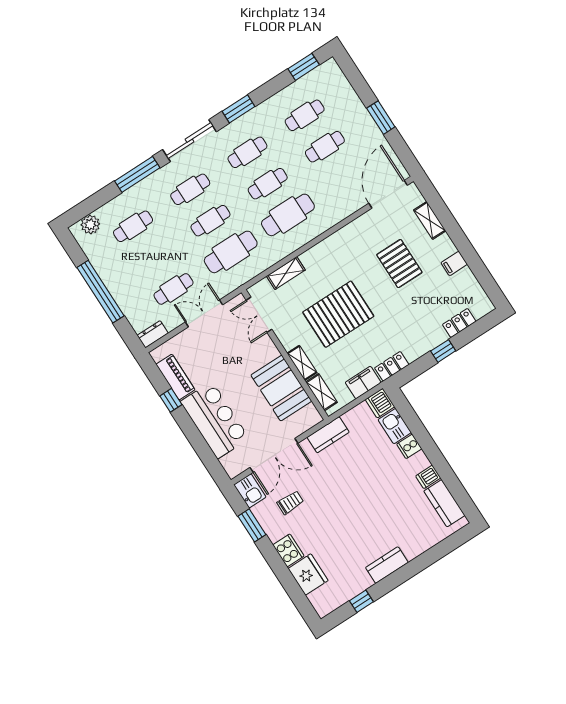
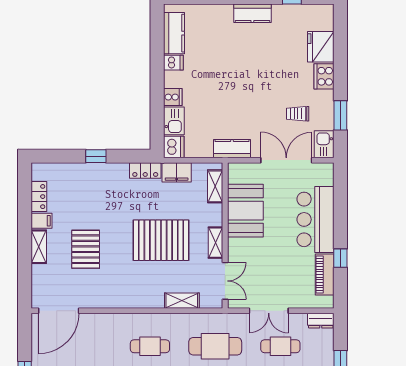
cafe table: (288, 215) -> (150, 346), width x0.73, depth x0.74
shelving: (430, 220) -> (39, 247), moved
locker: (459, 323) -> (39, 197), moved, turned -90
shelving: (302, 363) -> (216, 243), moved

